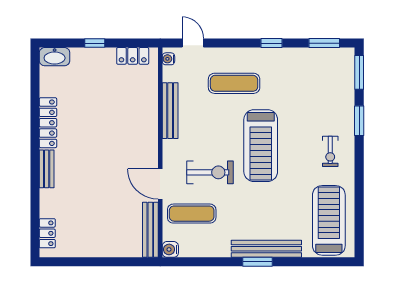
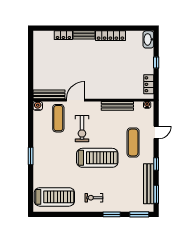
door: (193, 43) -> (156, 132), moved
treadmill: (261, 146) -> (97, 158), turned 180
locker: (47, 233) -> (63, 35), moved
bench: (266, 249) -> (149, 184), moved

